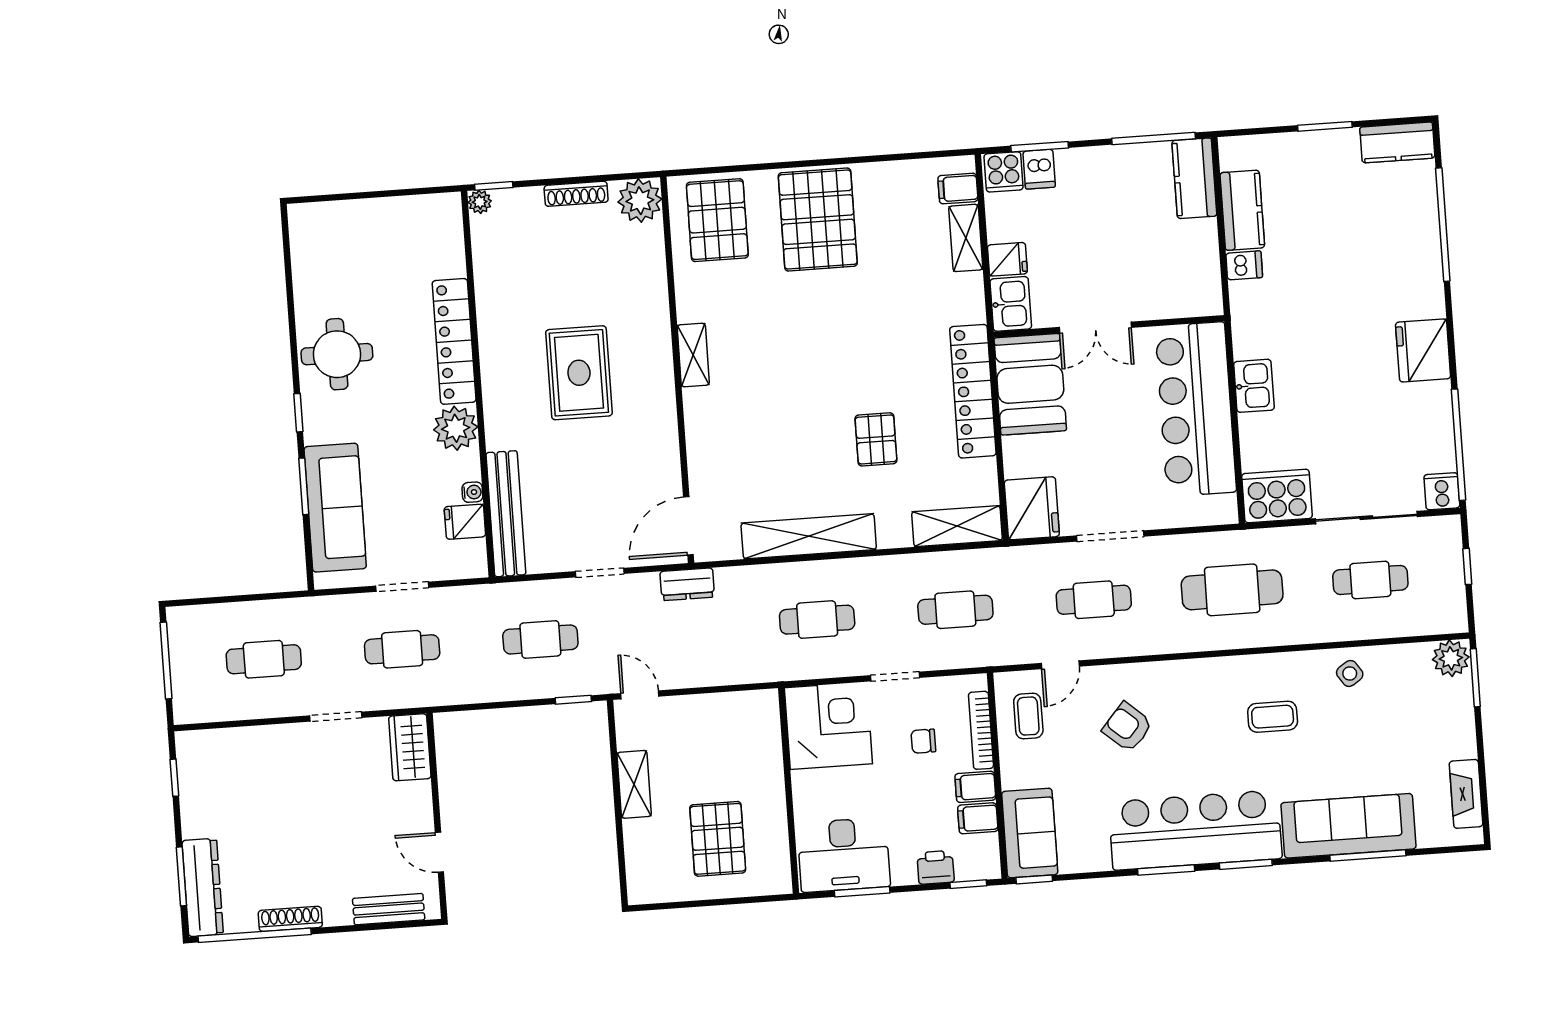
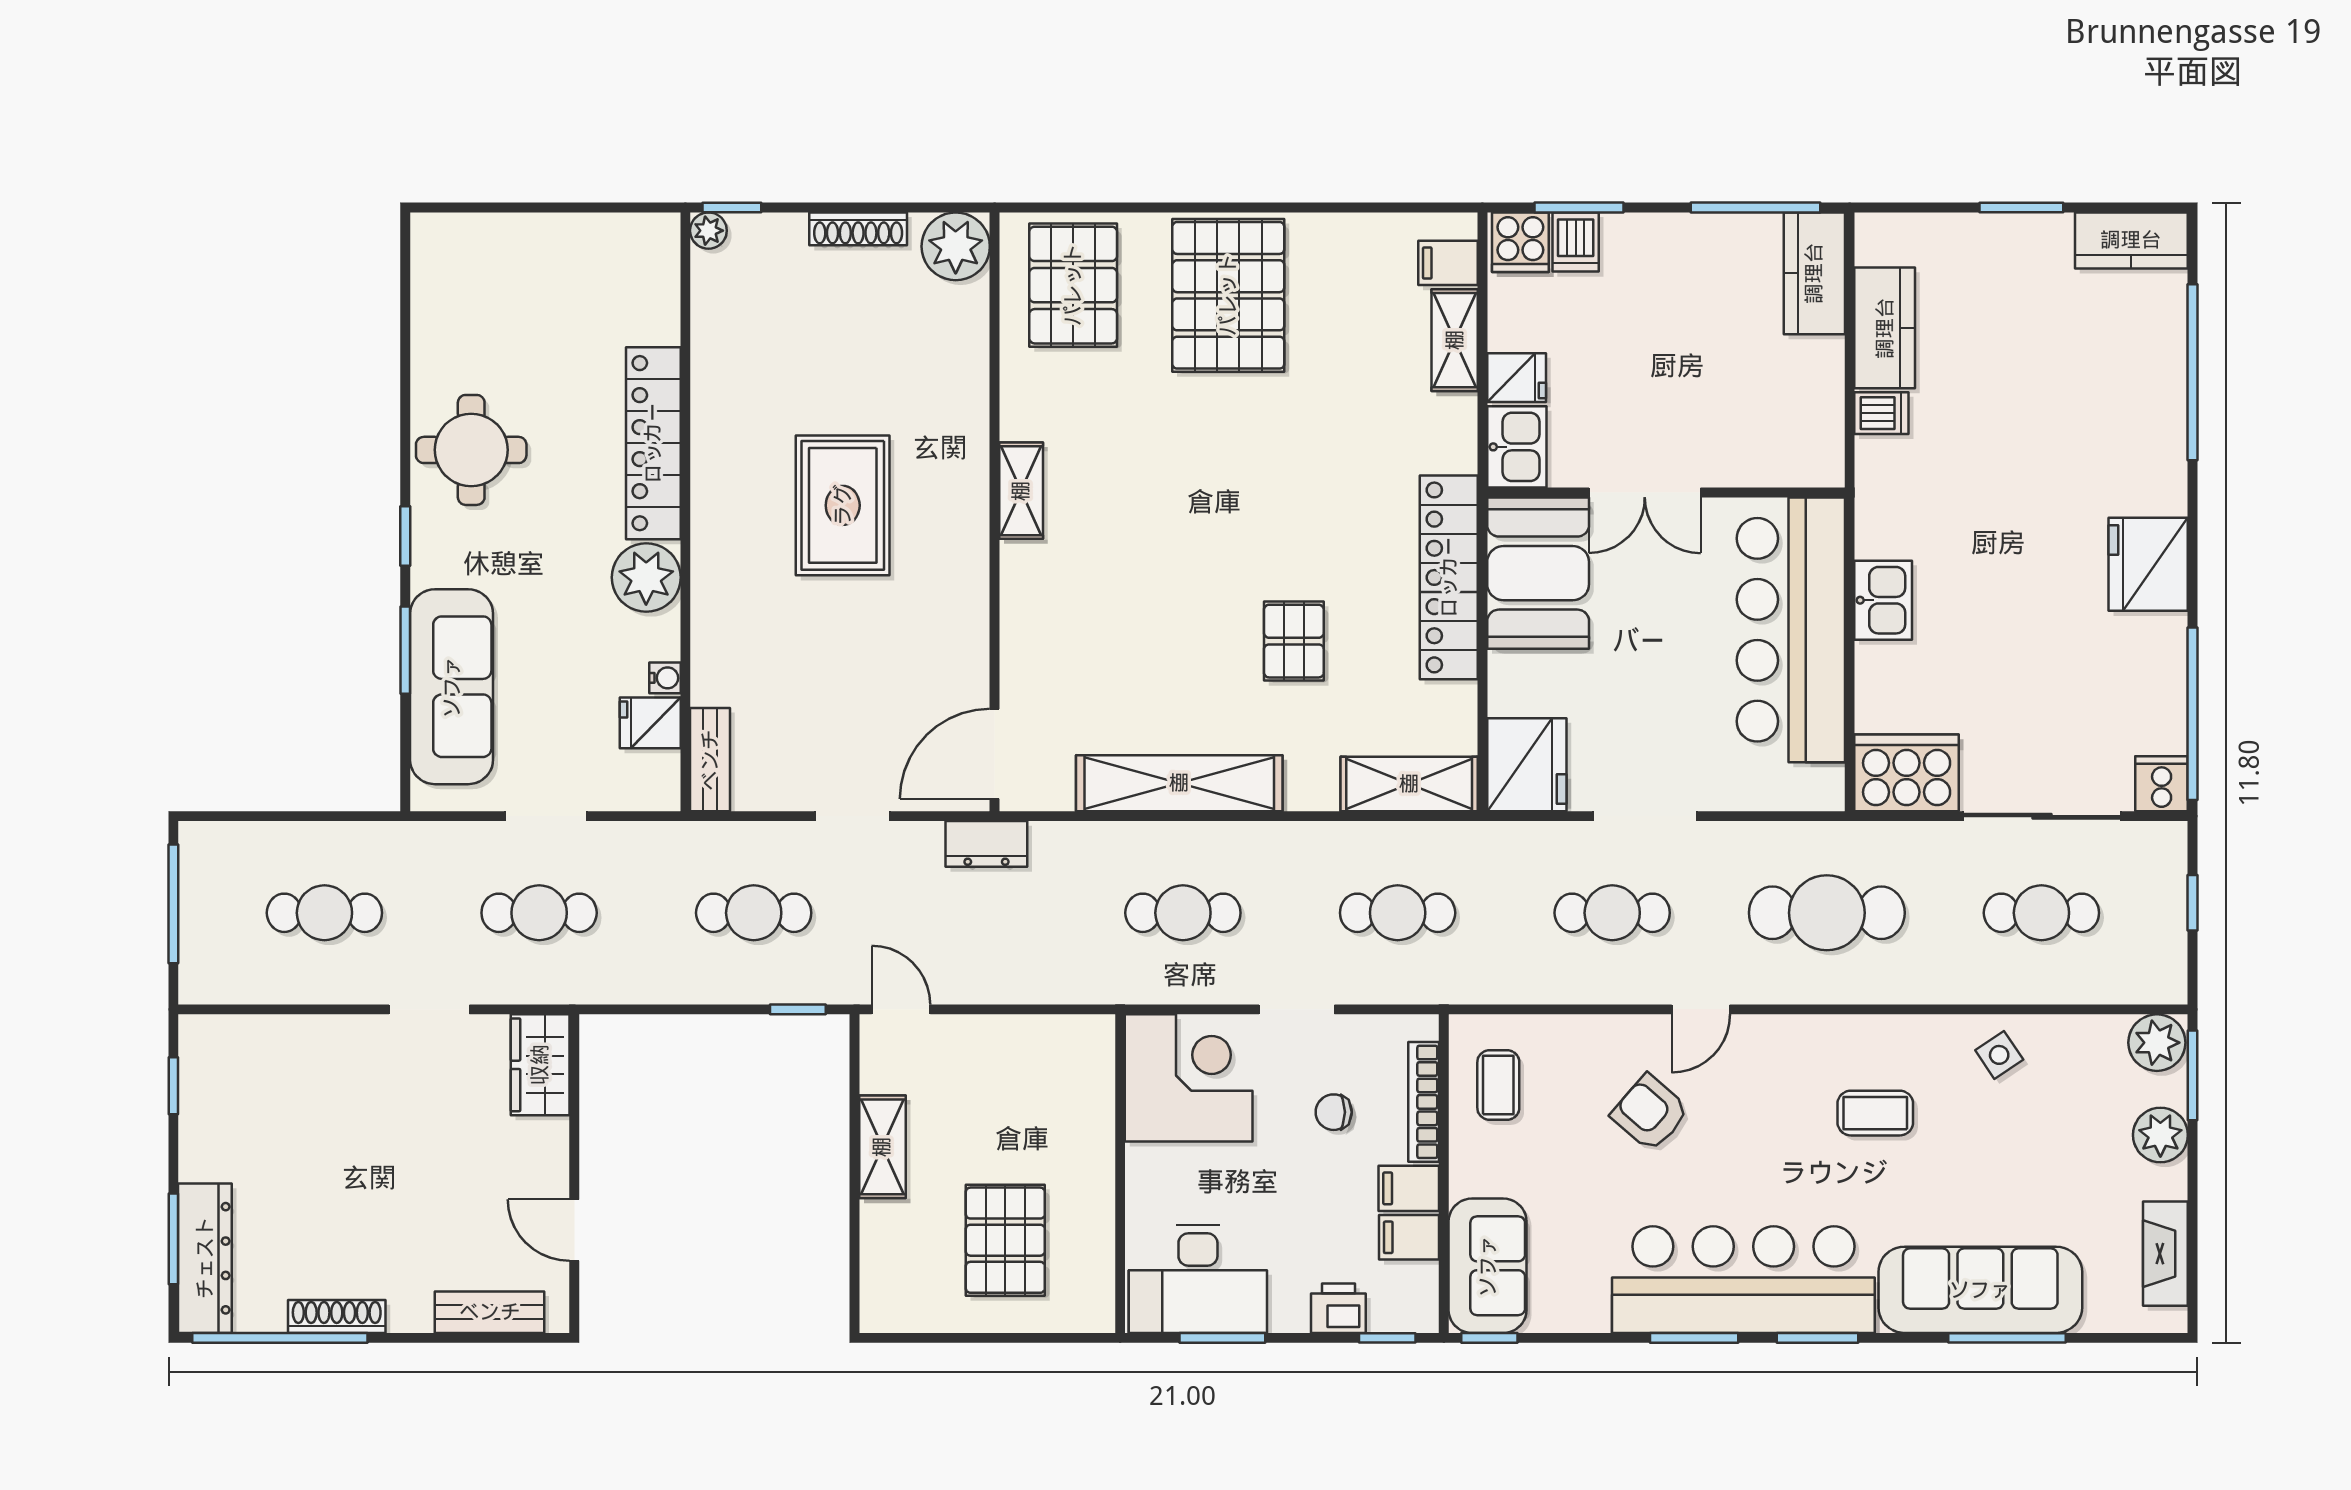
bench: (506, 514) -> (710, 760), width x0.54, depth x0.82
door: (1060, 665) -> (1701, 1009), moved
plant: (1457, 718) -> (2160, 1135), added

